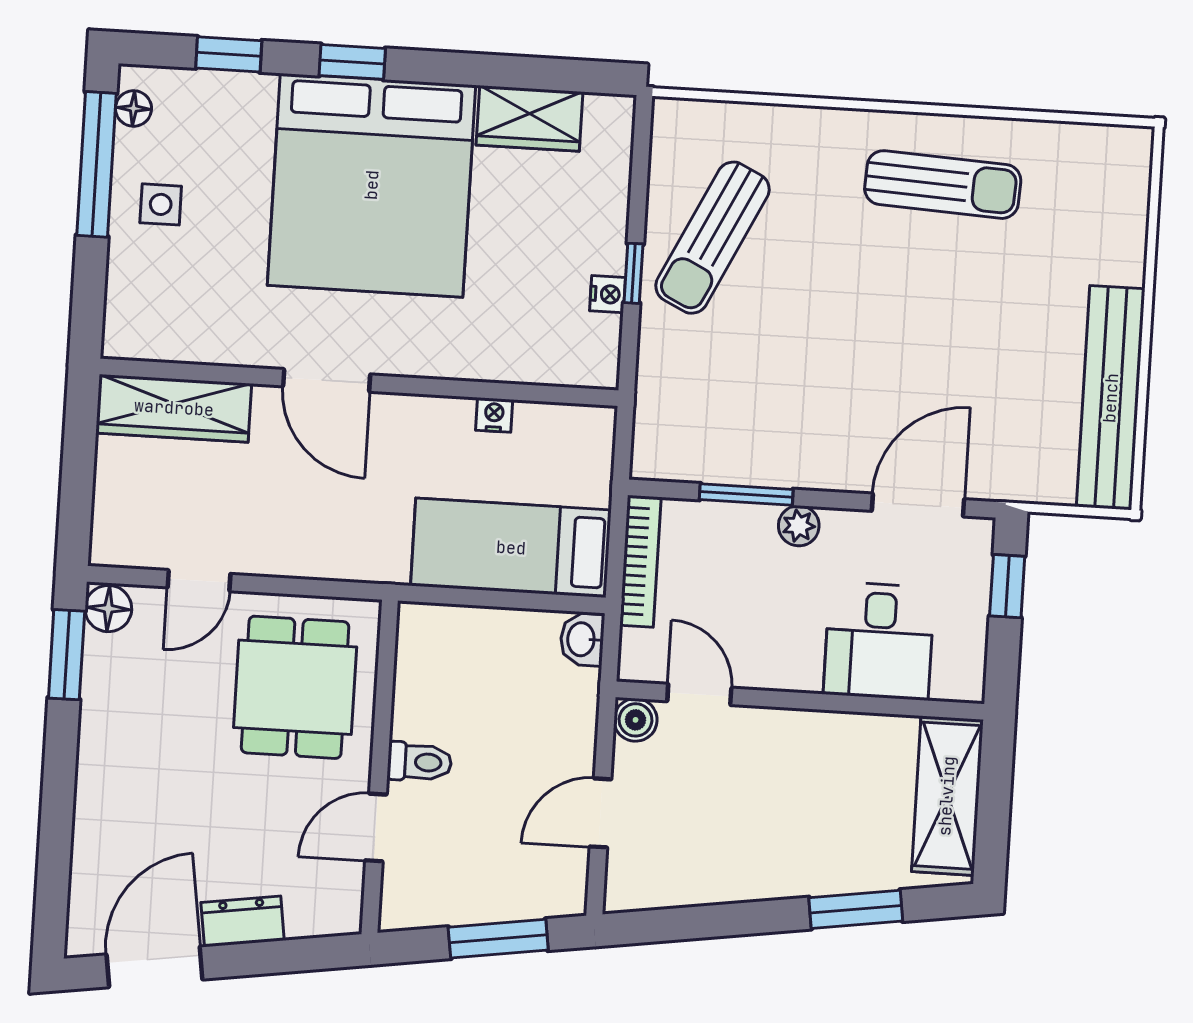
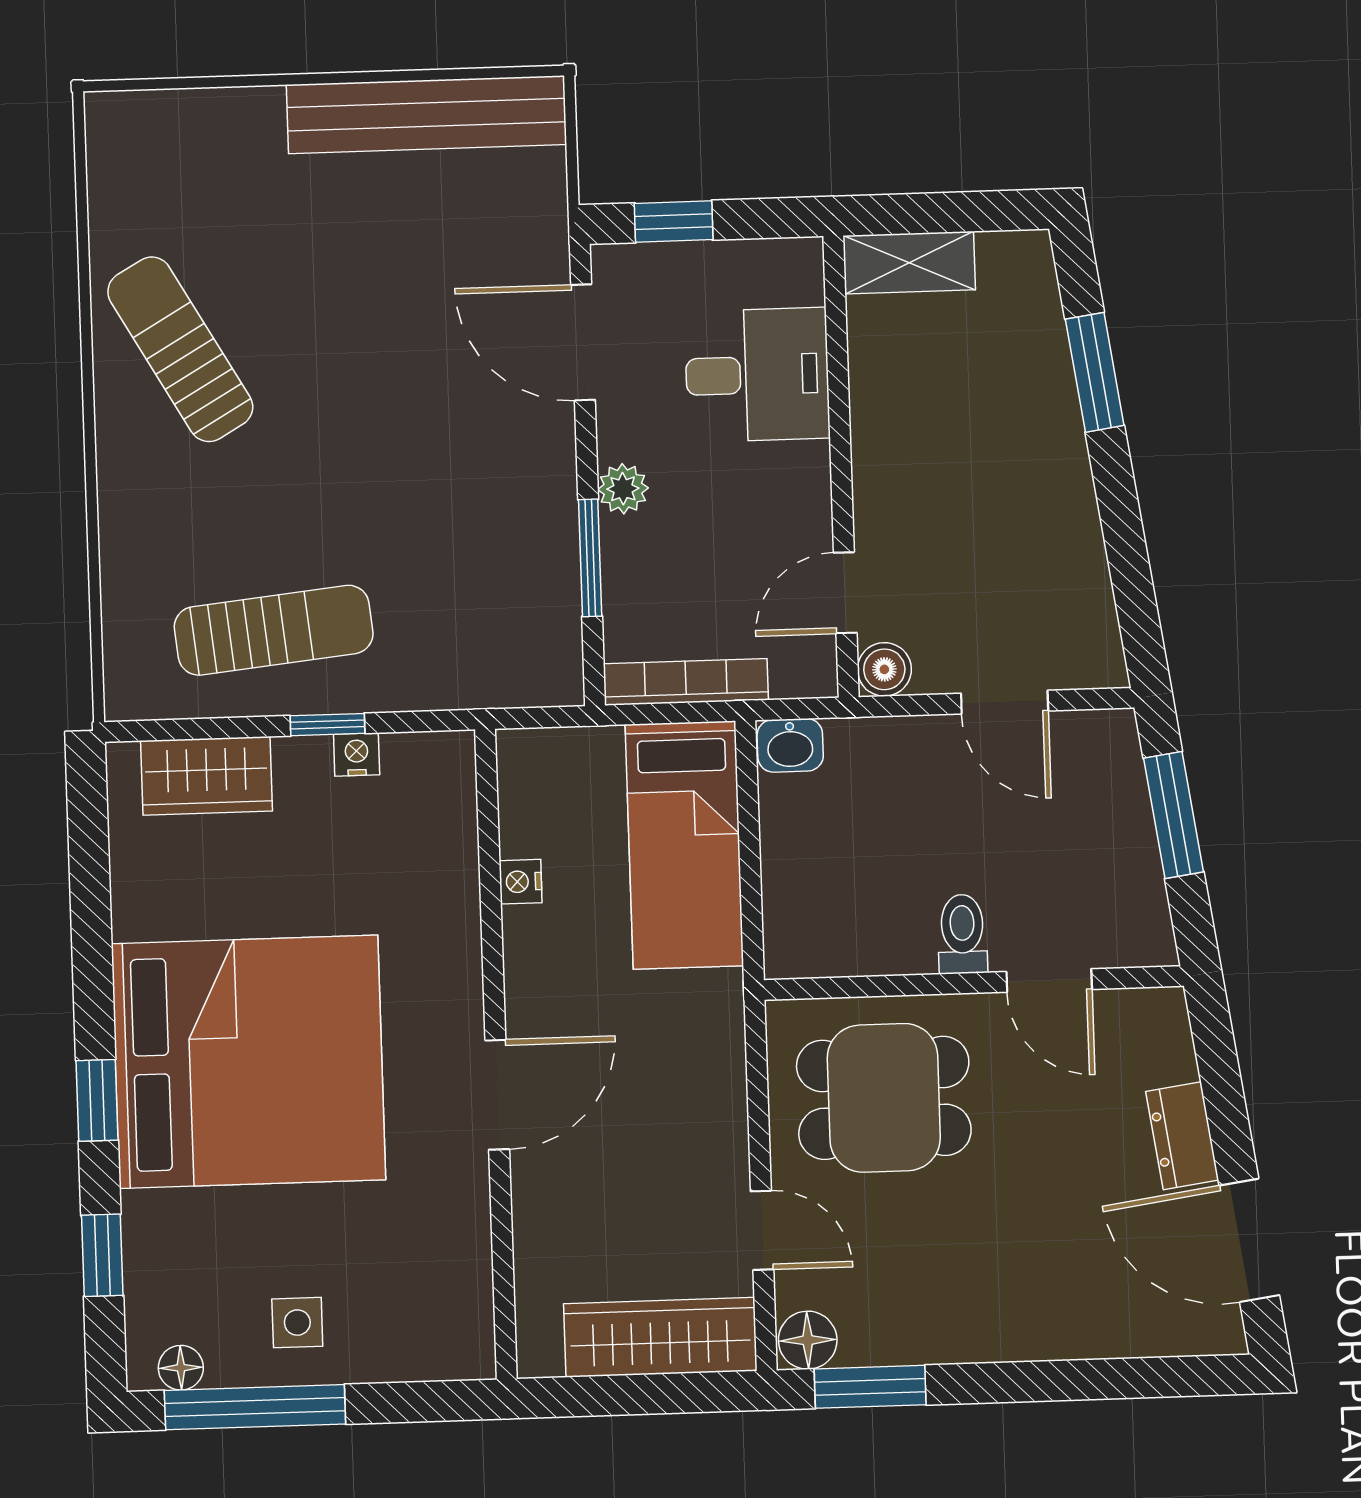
wardrobe: (529, 118) -> (206, 776), moved, turned 90
sun lounger: (943, 185) -> (180, 349), turned -33
sun lounger: (713, 238) -> (274, 630), turned -32
wardrobe: (174, 408) -> (660, 1337), moved, turned -90
shelving: (947, 796) -> (909, 263), width x0.67, depth x0.75

